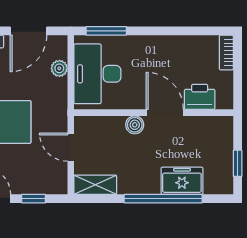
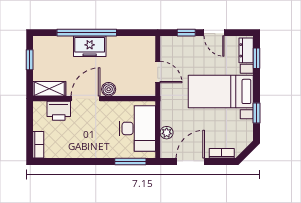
door: (165, 113) -> (85, 99), swing flipped
freezer: (182, 181) -> (90, 46), moved
shelving: (95, 185) -> (49, 89), moved

